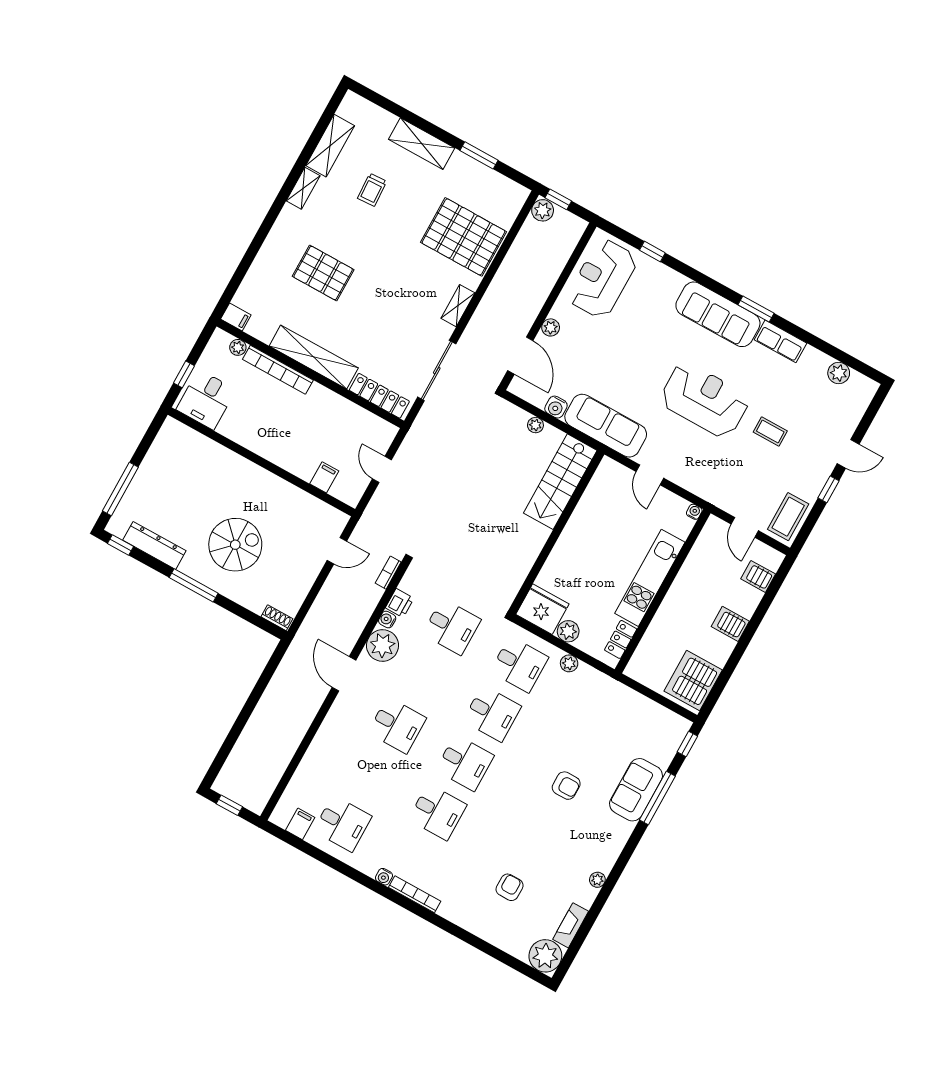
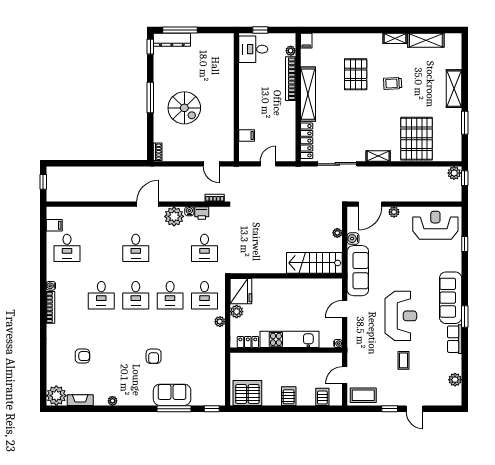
trolley: (372, 190) -> (393, 83), moved
dresser: (154, 545) -> (172, 40), moved, turned 90

